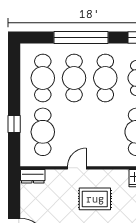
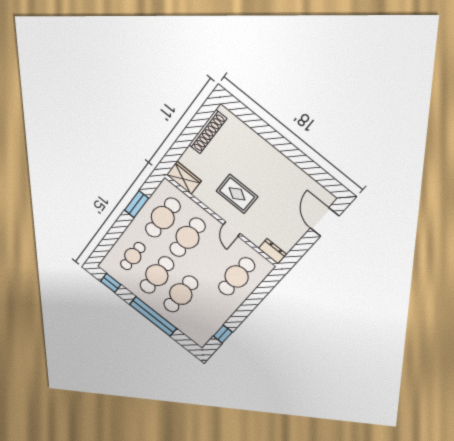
cafe table: (43, 78) -> (187, 237), moved
window: (14, 124) -> (223, 334), moved
door: (77, 168) -> (232, 229), hinge flipped

